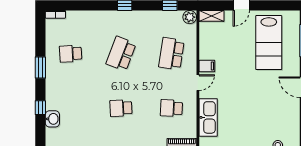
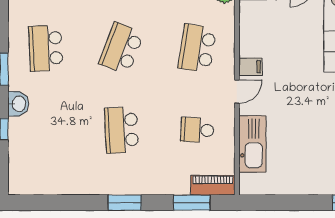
school desk: (71, 54) -> (46, 48), width x1.85
school desk: (121, 108) -> (121, 130), width x1.85
washbasin: (52, 119) -> (18, 104), moved

